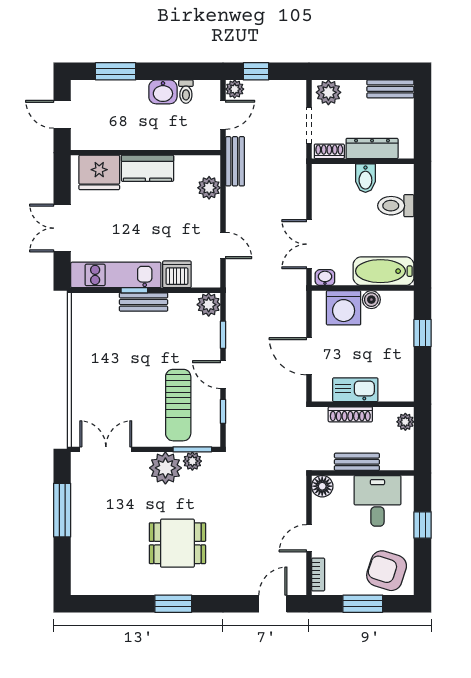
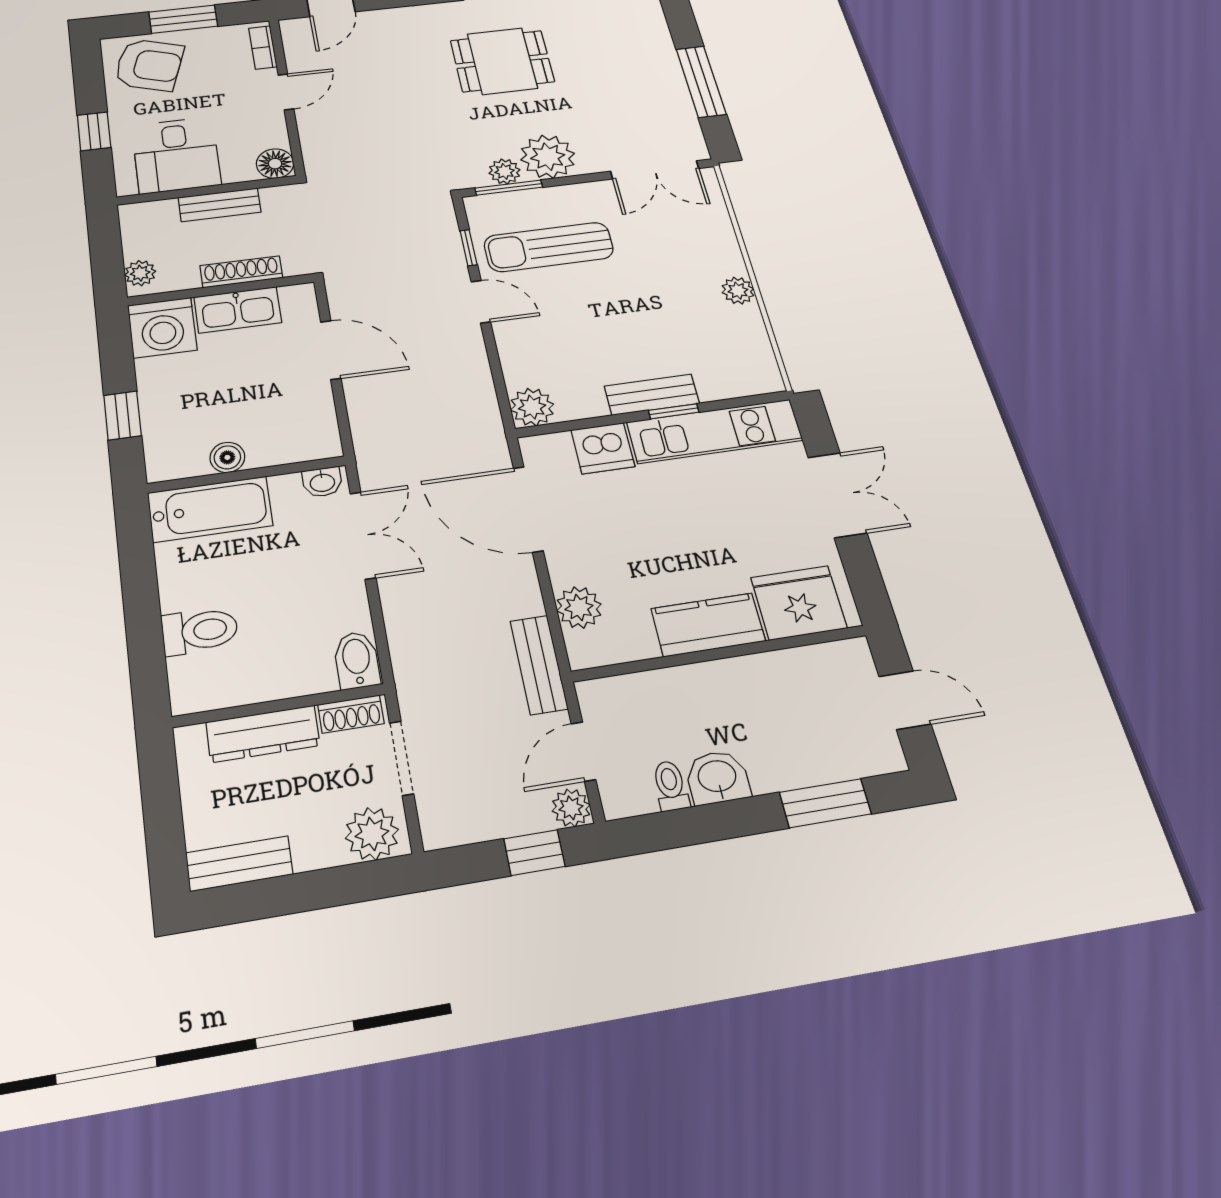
bidet: (365, 178) -> (357, 660), moved
door: (223, 245) -> (528, 509), width x1.87
washing machine: (344, 308) -> (162, 328), moved, turned 180
window: (223, 335) -> (495, 363), removed
plant: (80, 360) -> (738, 291), added
sun lounger: (178, 405) -> (549, 247), turned -90

